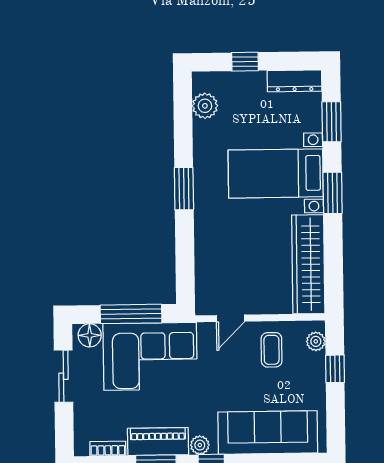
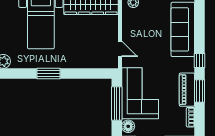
coffee table: (272, 350) -> (138, 27), removed
plant: (200, 445) -> (189, 67), removed

